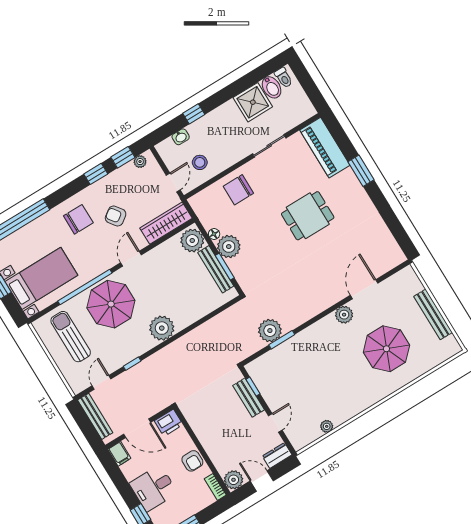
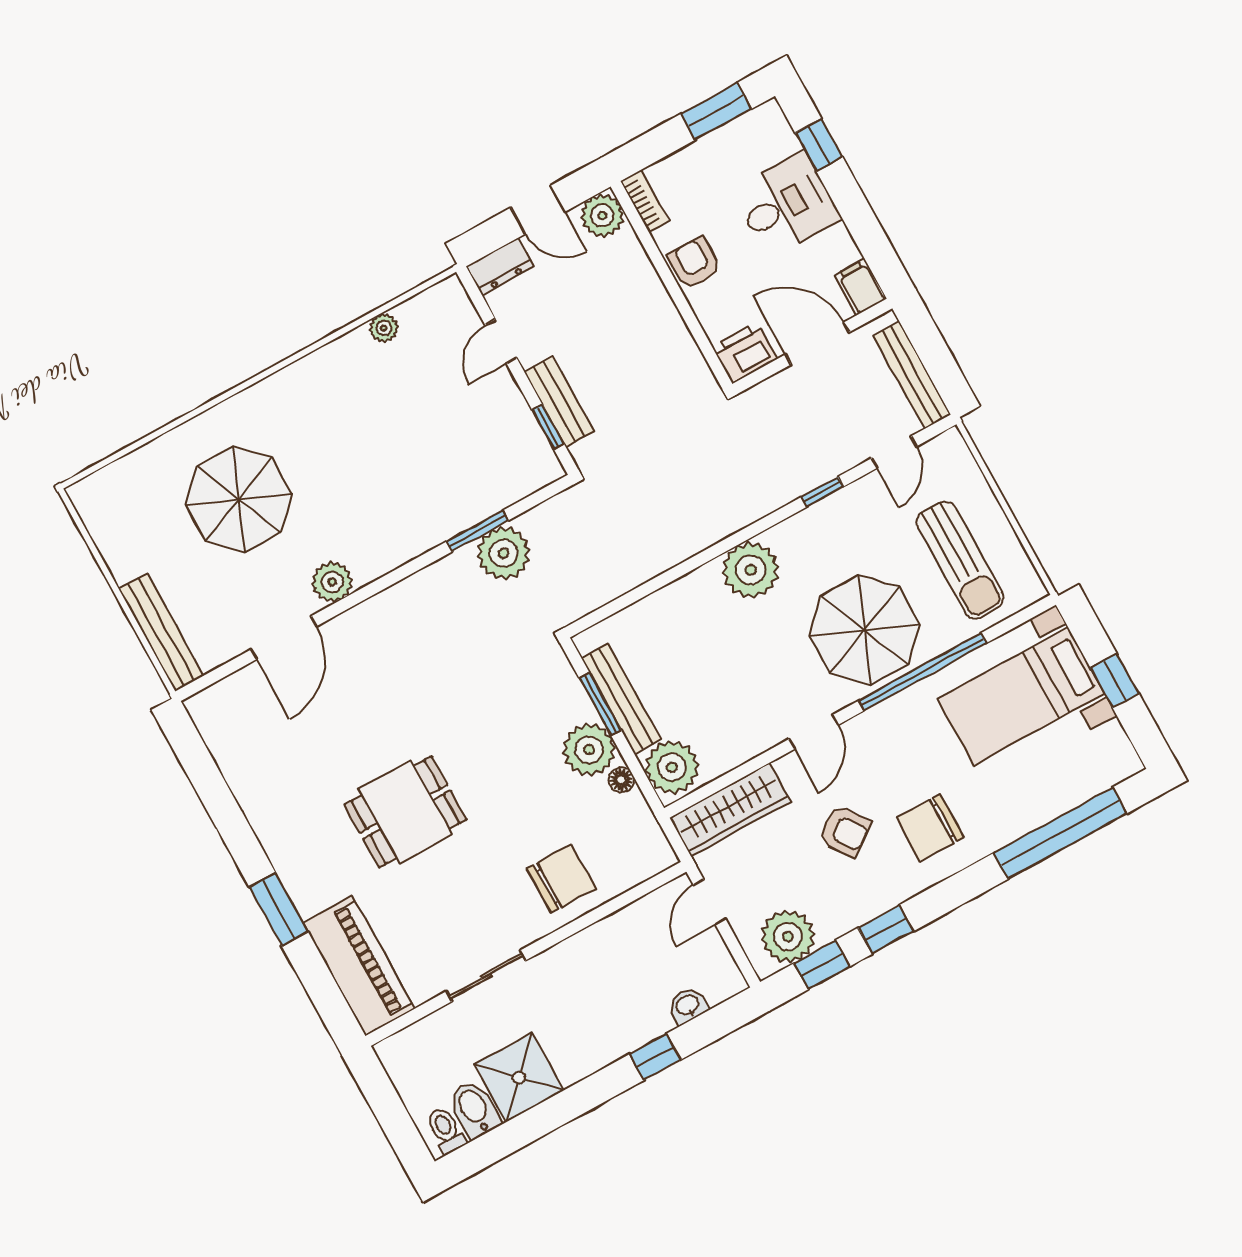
plant: (140, 162) -> (788, 936), width x1.87, depth x1.87
stool: (200, 162) -> (647, 945), removed
bench: (433, 314) -> (161, 632), moved

